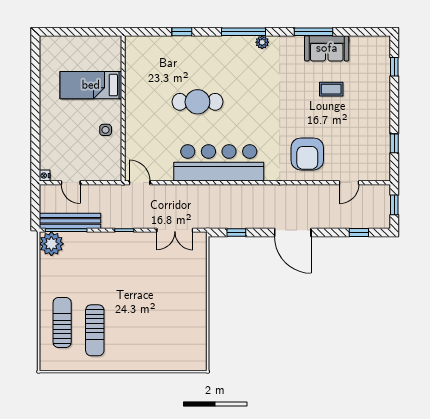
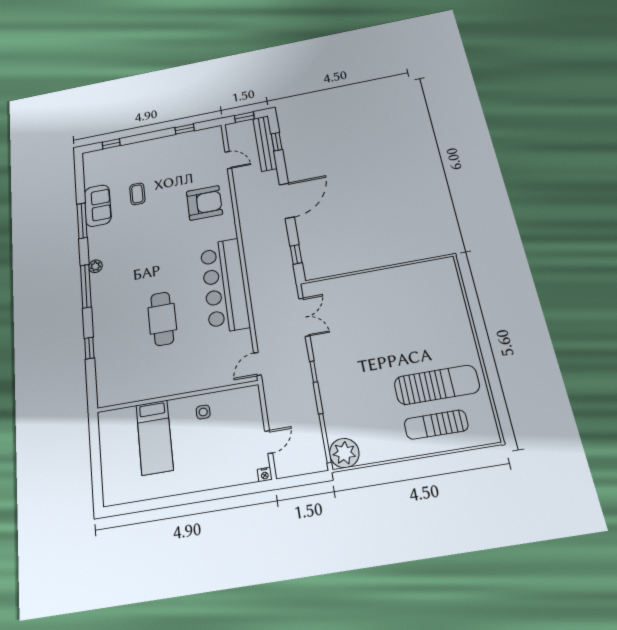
bench: (70, 221) -> (265, 143), moved
sun lounger: (95, 330) -> (437, 385), width x1.36, depth x1.34

